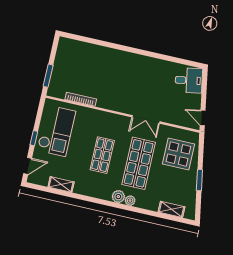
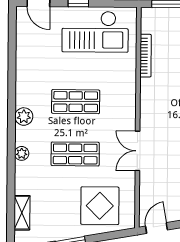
shop shelf: (139, 163) -> (75, 154), width x0.70, depth x0.74
shelving: (61, 184) -> (23, 54), removed
plant: (118, 197) -> (24, 117), moved

